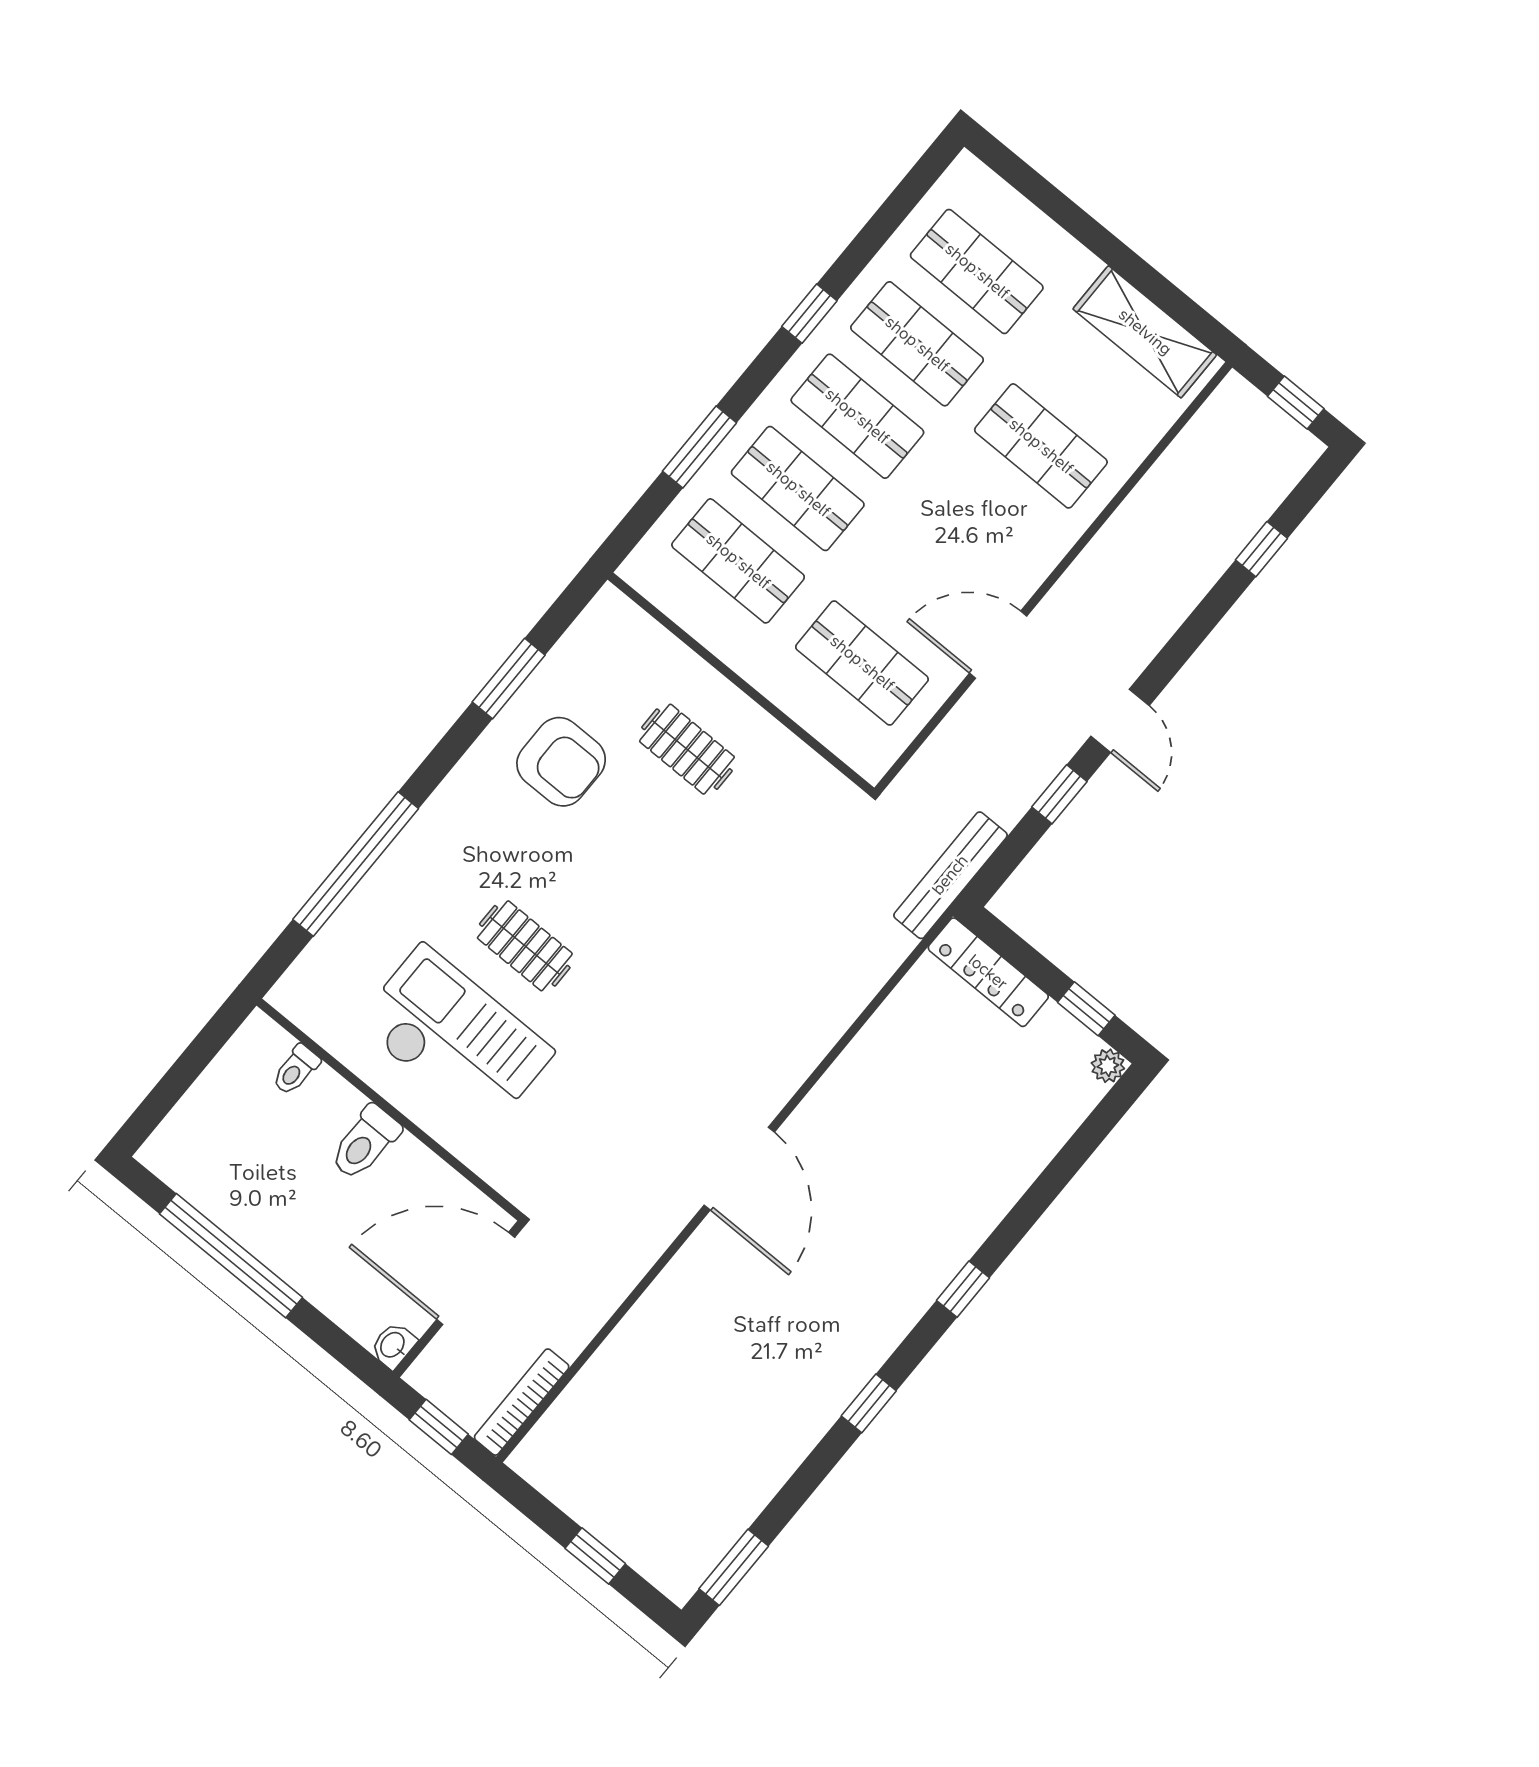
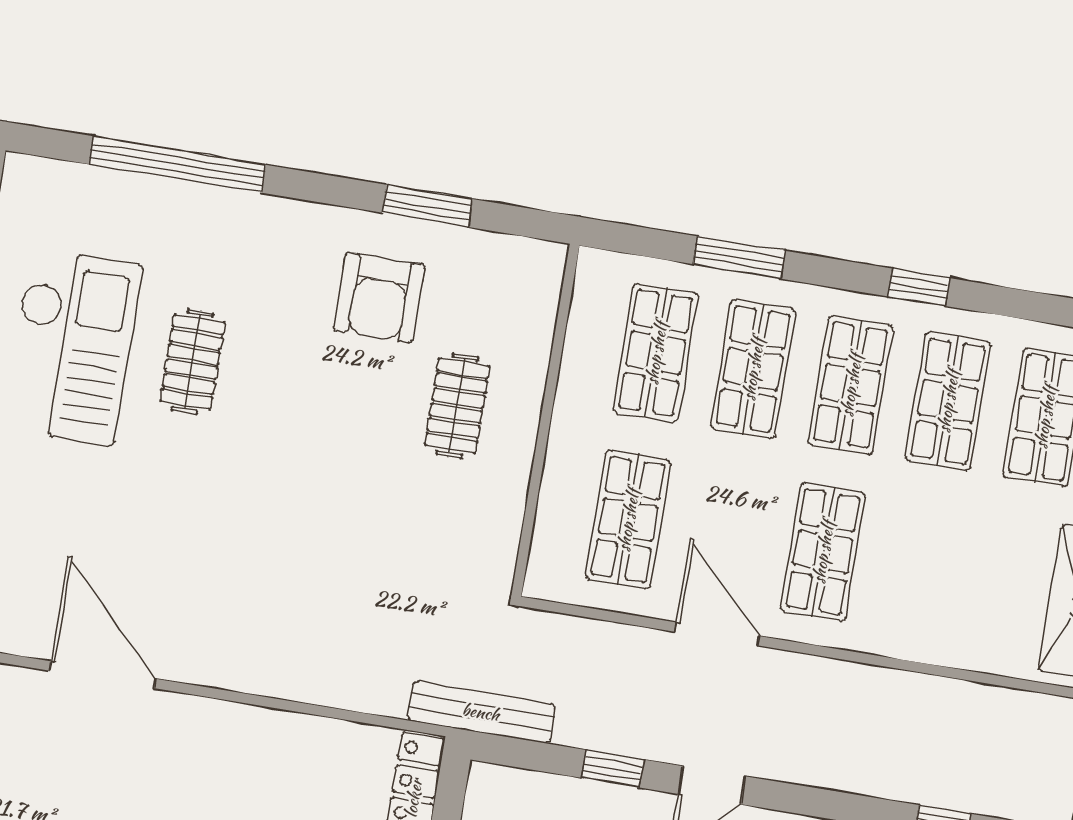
shop shelf: (1041, 446) -> (823, 552), moved
door: (739, 1169) -> (103, 675), swing flipped

